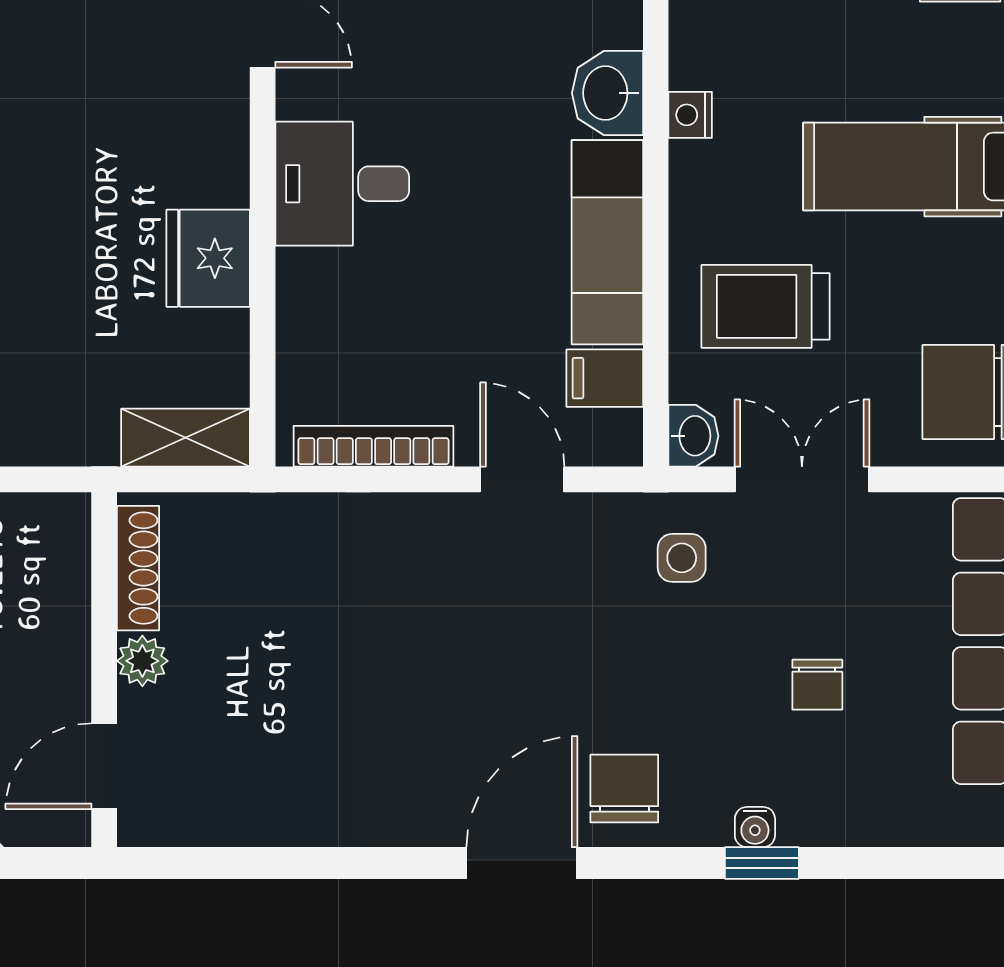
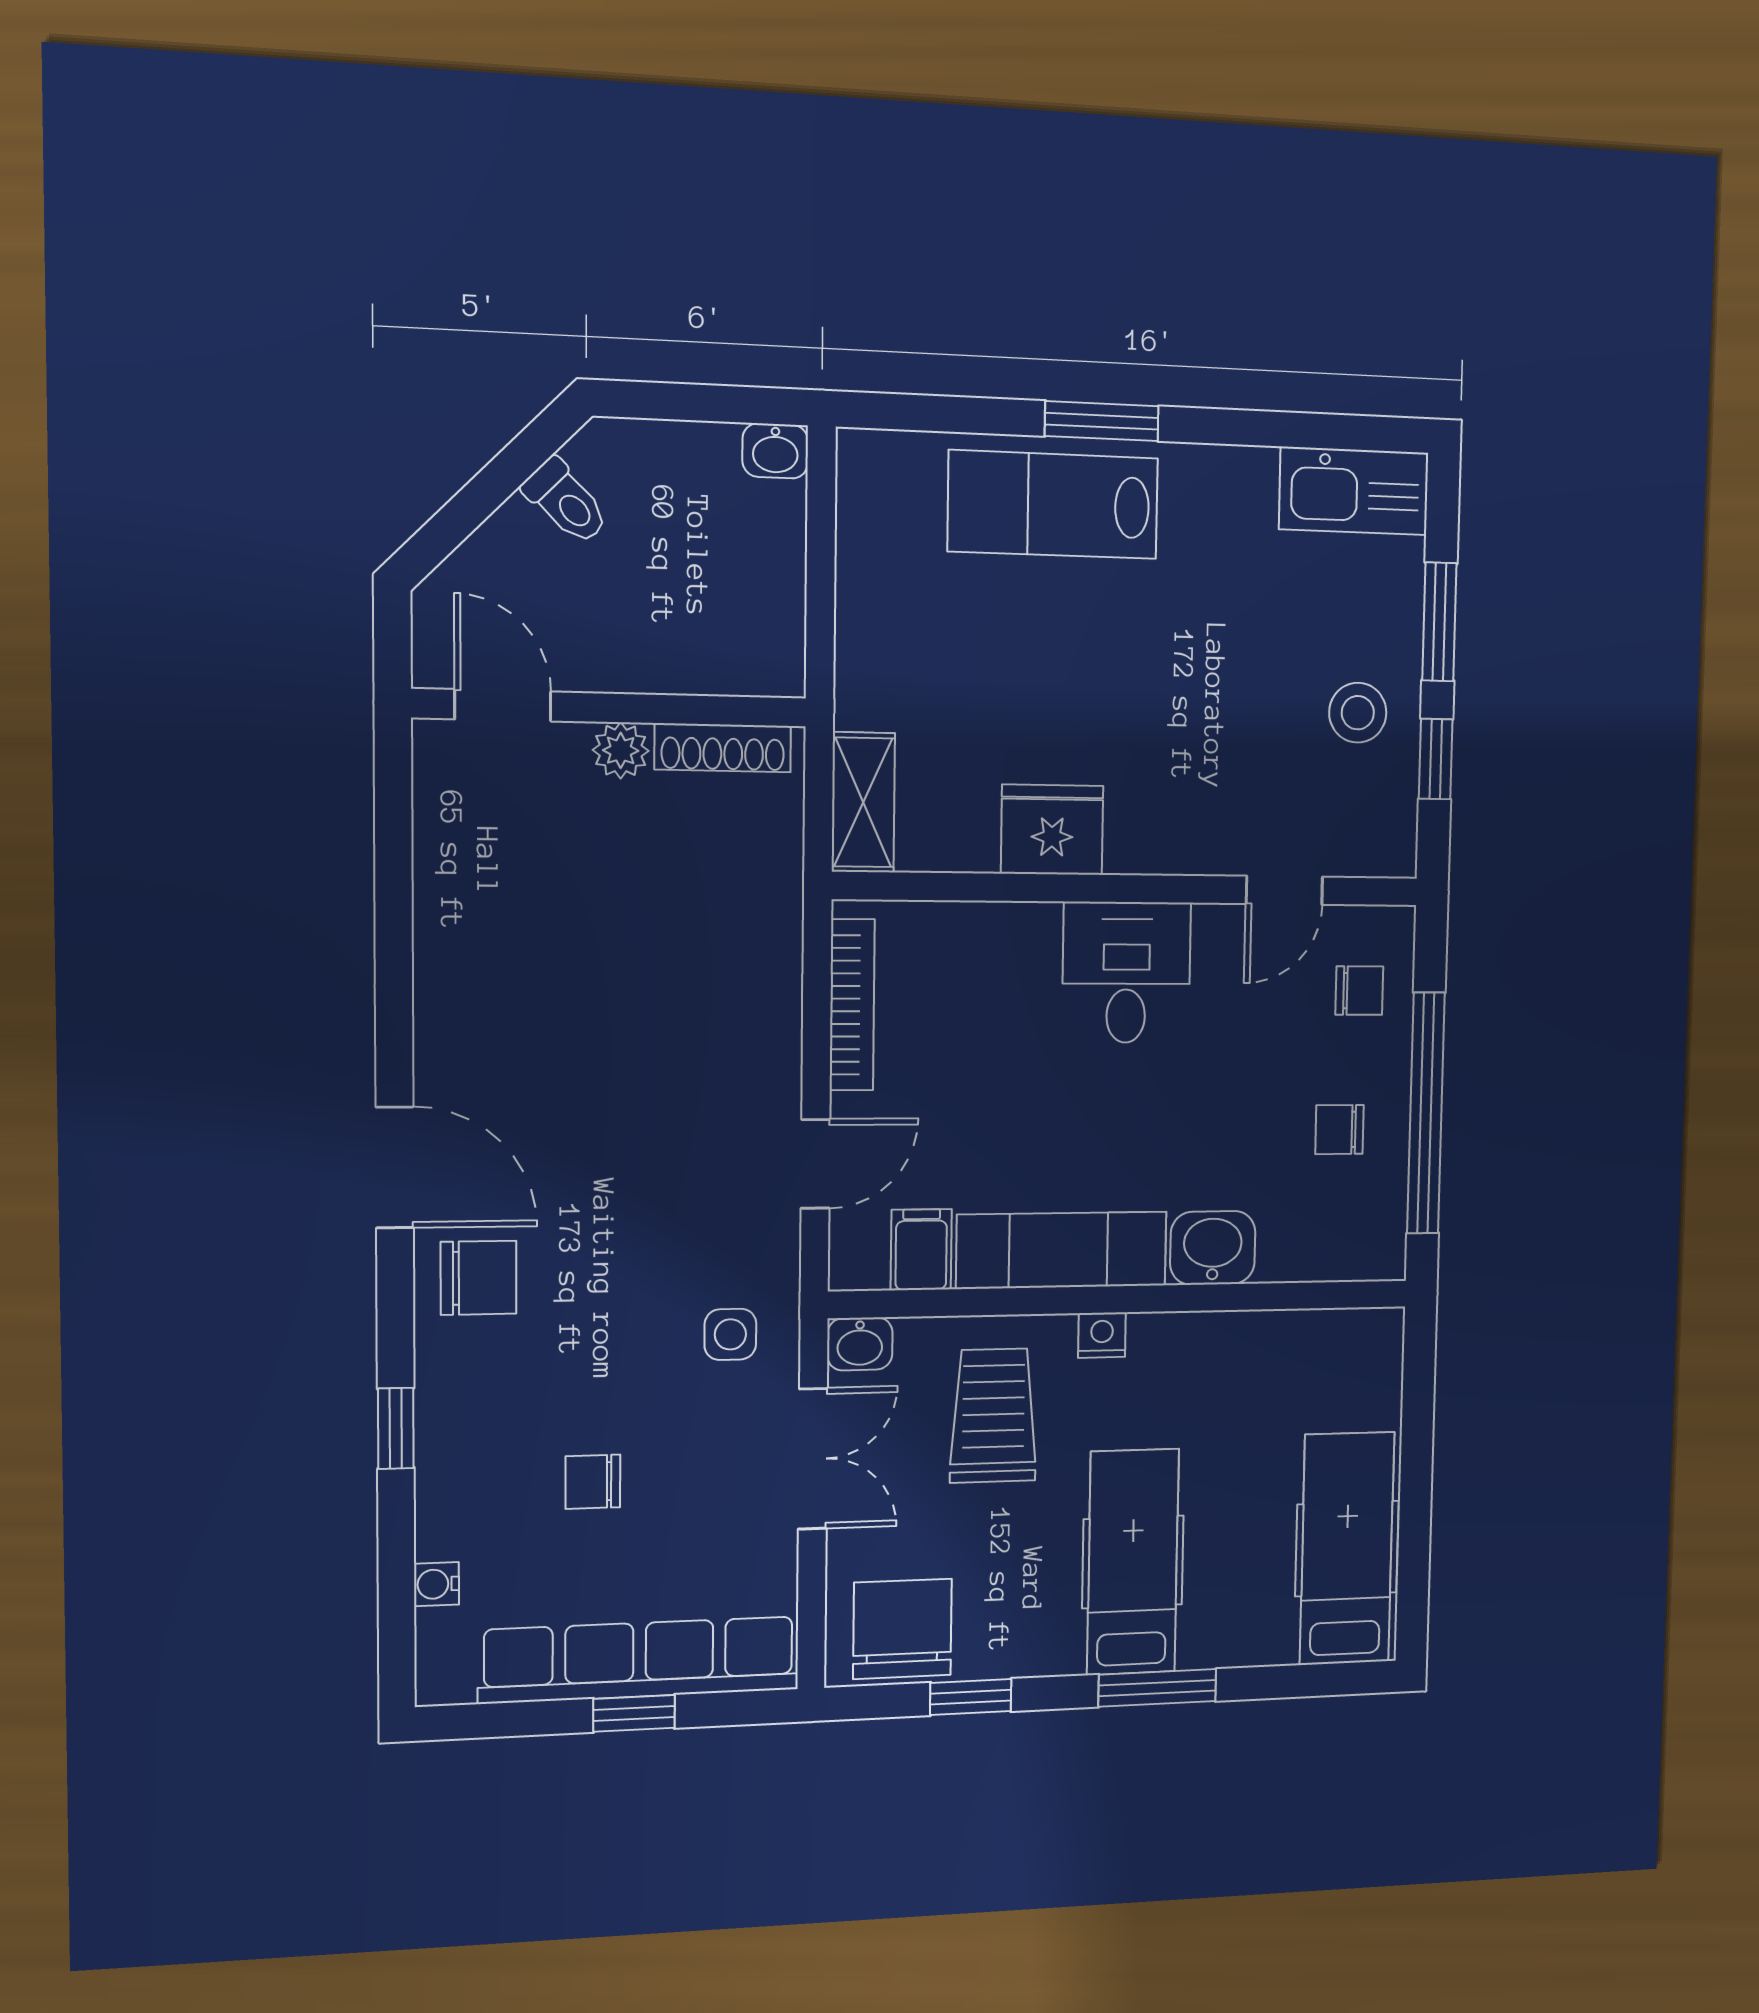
nightstand: (690, 115) -> (1102, 1335), moved
water cooler: (755, 827) -> (437, 1584), moved

